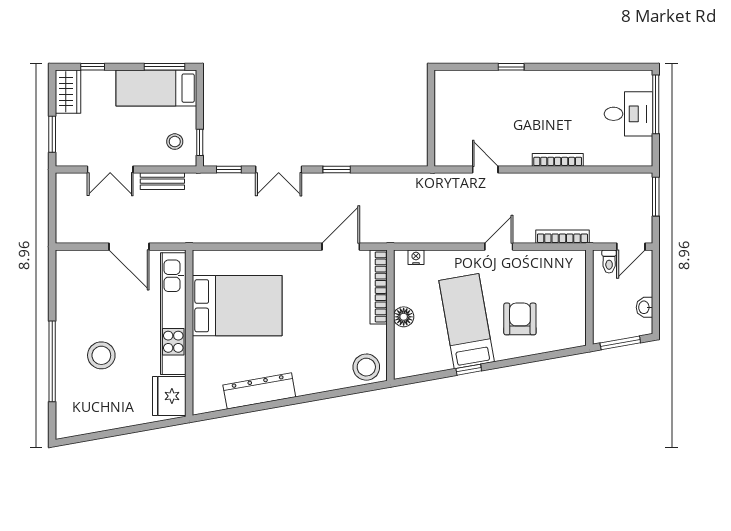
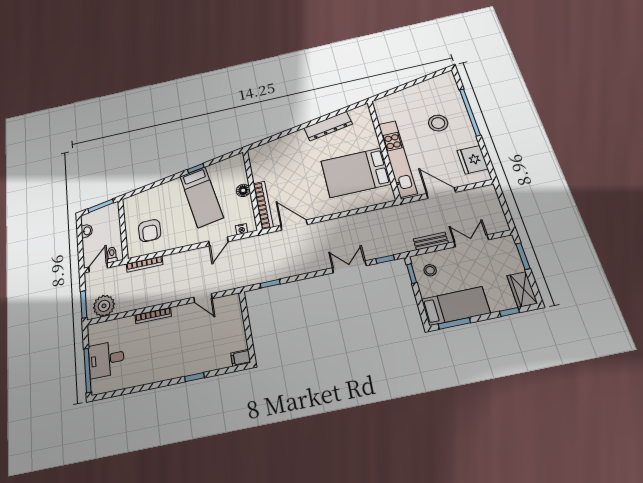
filing cabinet: (446, 79) -> (241, 358), added
window: (337, 170) -> (270, 284), moved
plant: (626, 188) -> (104, 306), added
door: (341, 247) -> (294, 225), swing flipped
door: (499, 247) -> (218, 241), moved
armchair: (520, 319) -> (150, 231), moved
stool: (366, 367) -> (262, 155), removed
fridge: (169, 396) -> (473, 160), moved, turned 180

